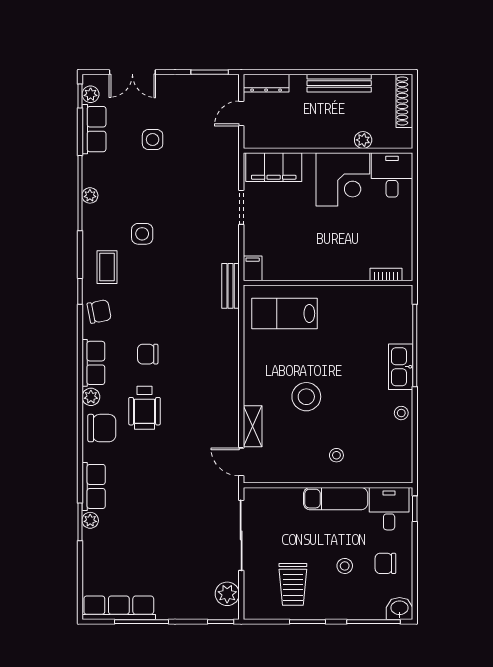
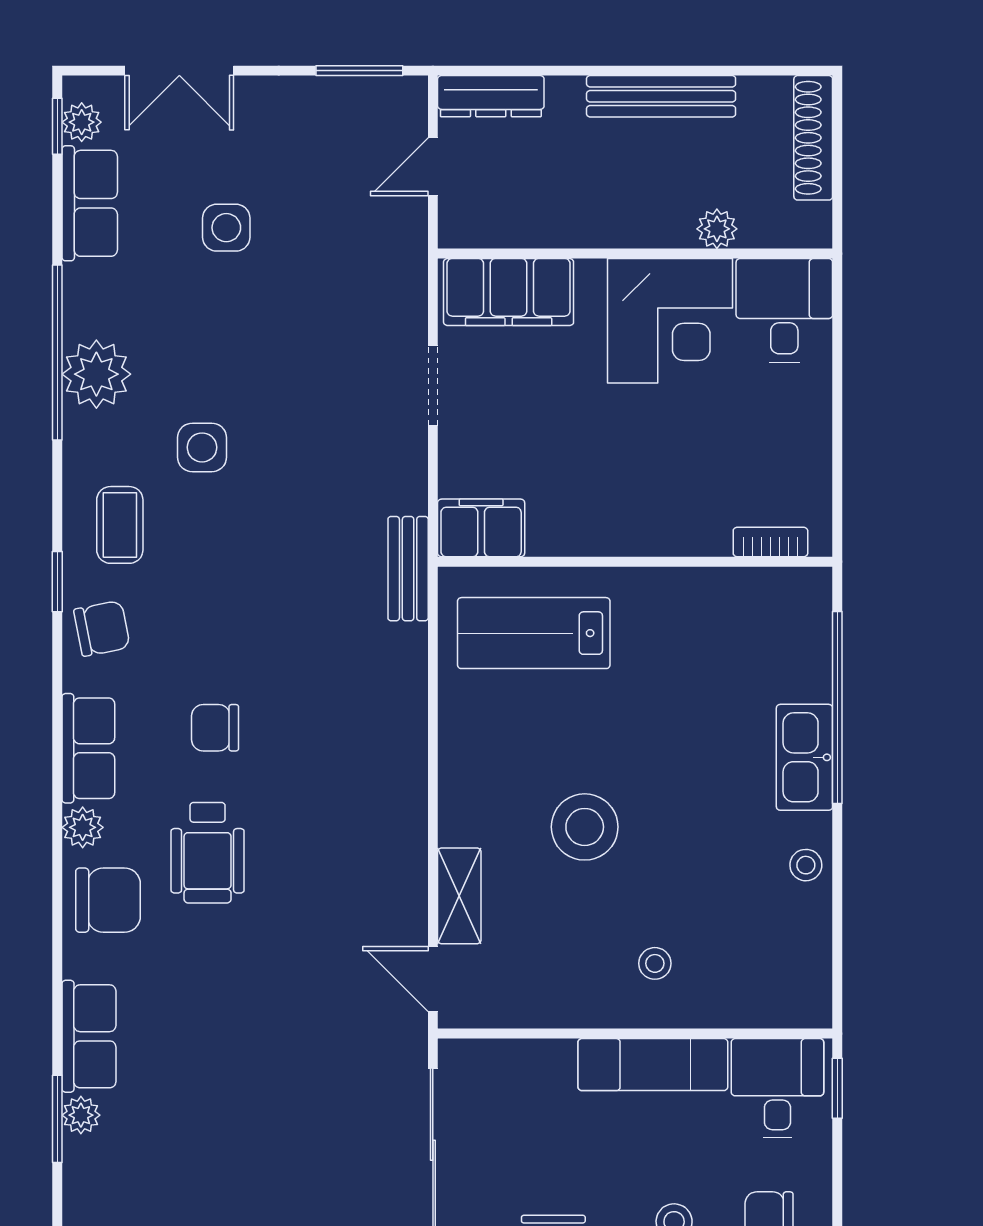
plant: (90, 195) -> (96, 374), width x1.87, depth x1.87
filing cabinet: (253, 268) -> (481, 528), width x2.00

